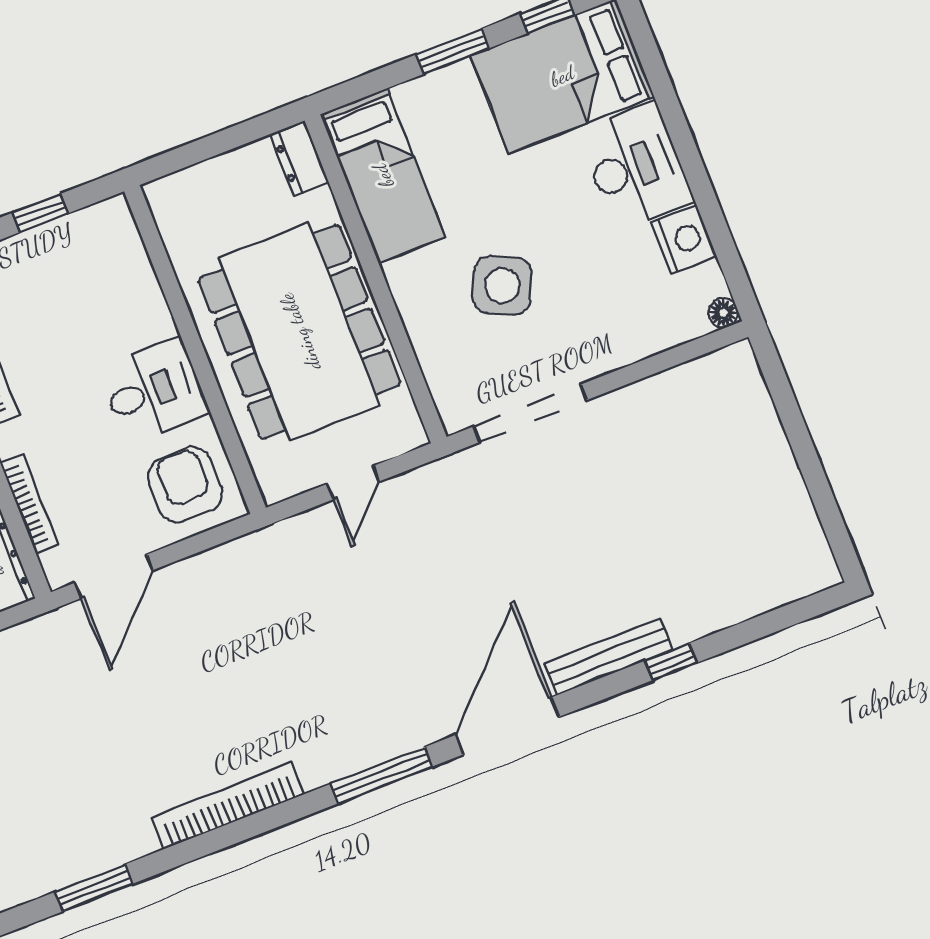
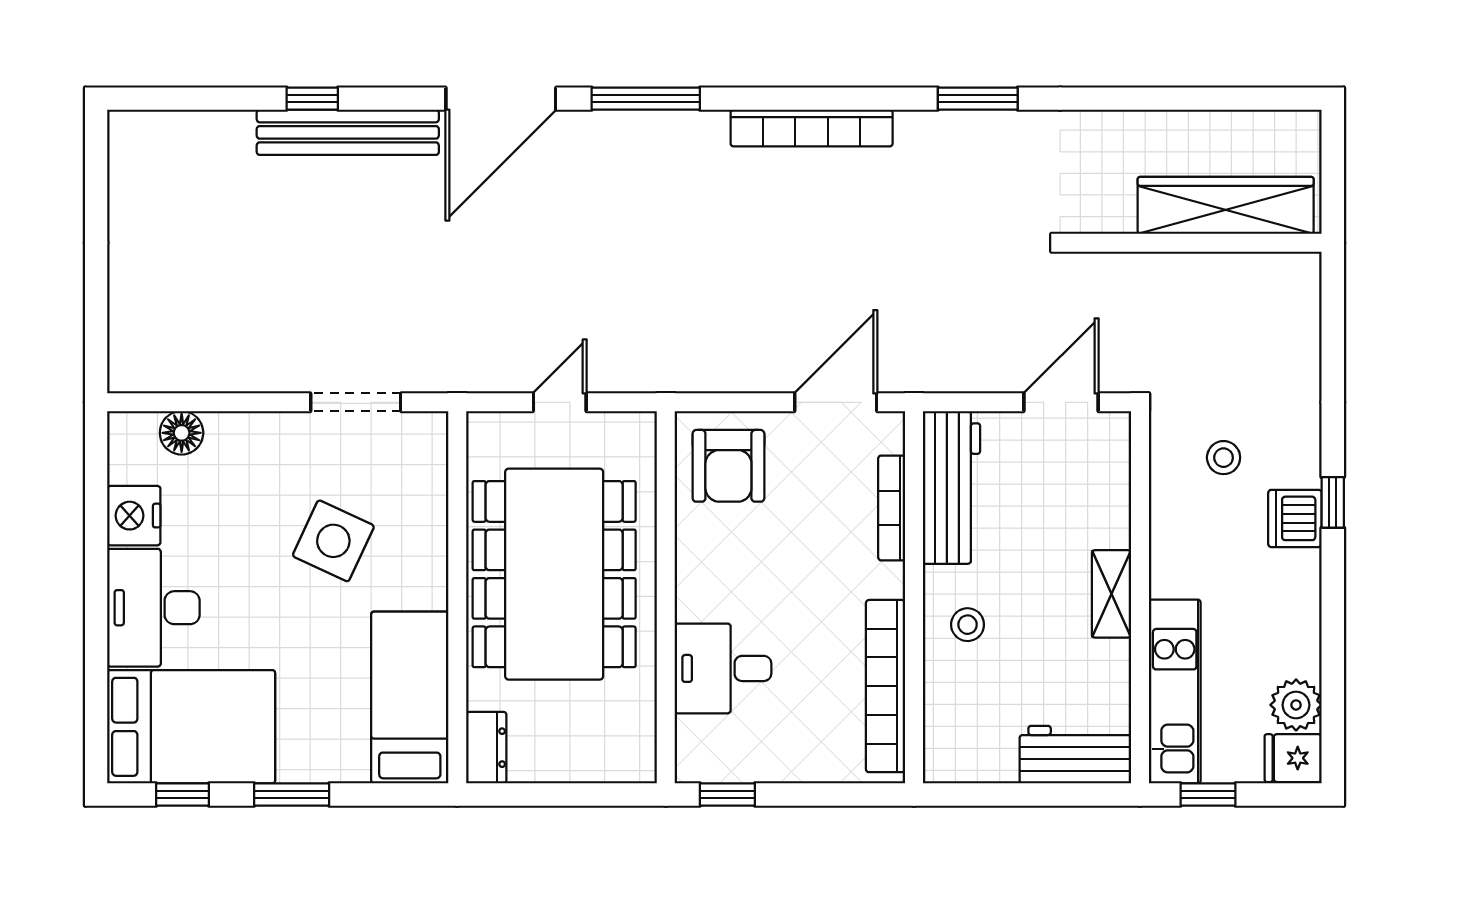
window: (40, 213) -> (727, 795), moved
floor lamp: (723, 313) -> (182, 433), moved, width x1.37, depth x1.37
desk: (154, 390) -> (723, 668), moved
doorway: (530, 413) -> (356, 402), width x0.73
bench: (609, 656) -> (348, 132), width x1.37, depth x1.21

